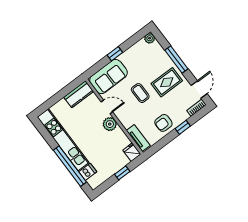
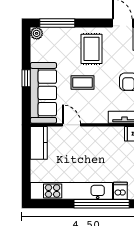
window: (176, 60) -> (57, 23), moved
sofa: (108, 76) -> (43, 93), width x1.36
door: (107, 107) -> (72, 125), hinge flipped
plant: (110, 124) -> (90, 134), removed

